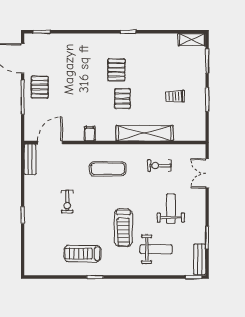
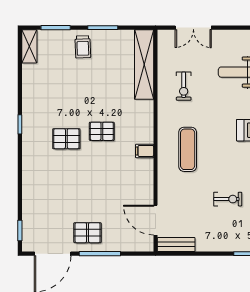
trolley: (175, 96) -> (83, 47), moved
shelving: (145, 133) -> (144, 64), moved
filing cabinet: (90, 134) -> (145, 151), moved

